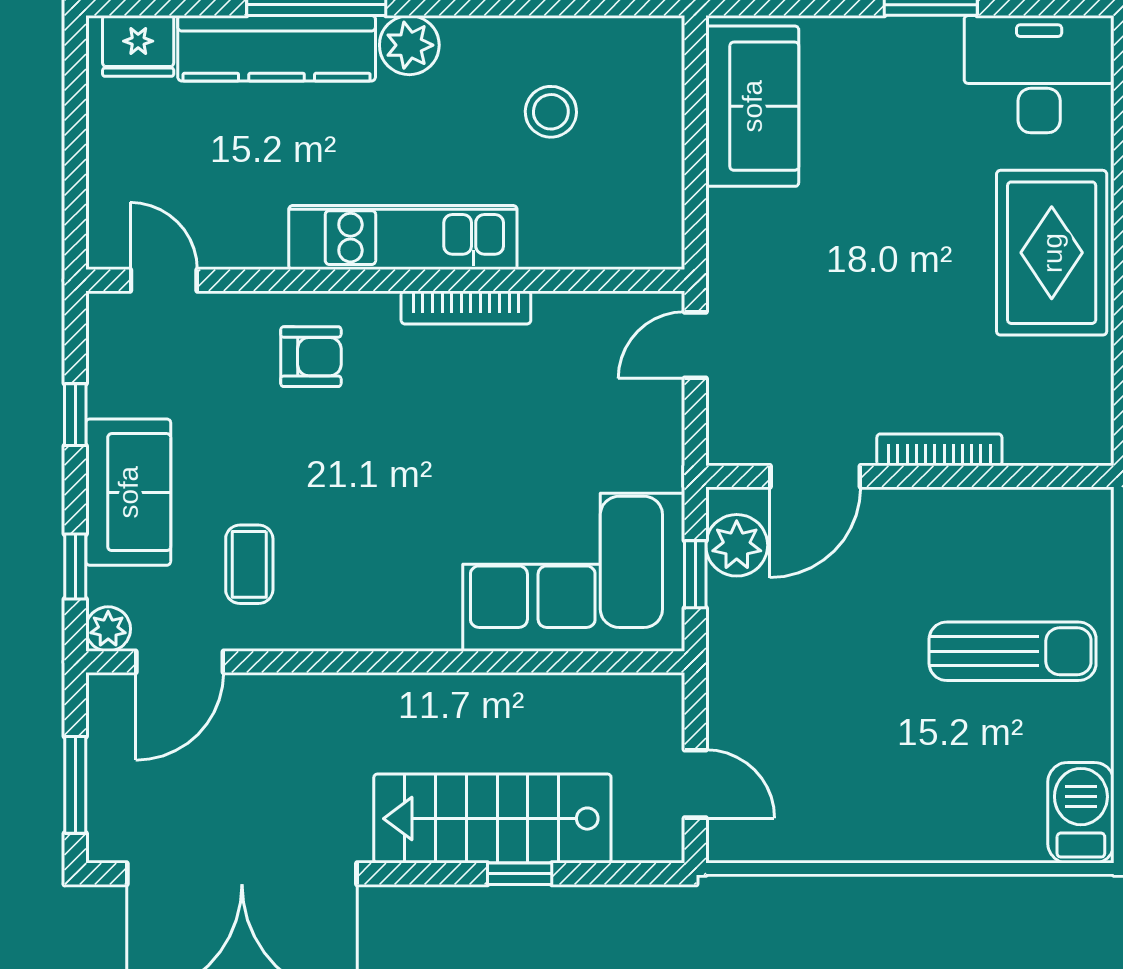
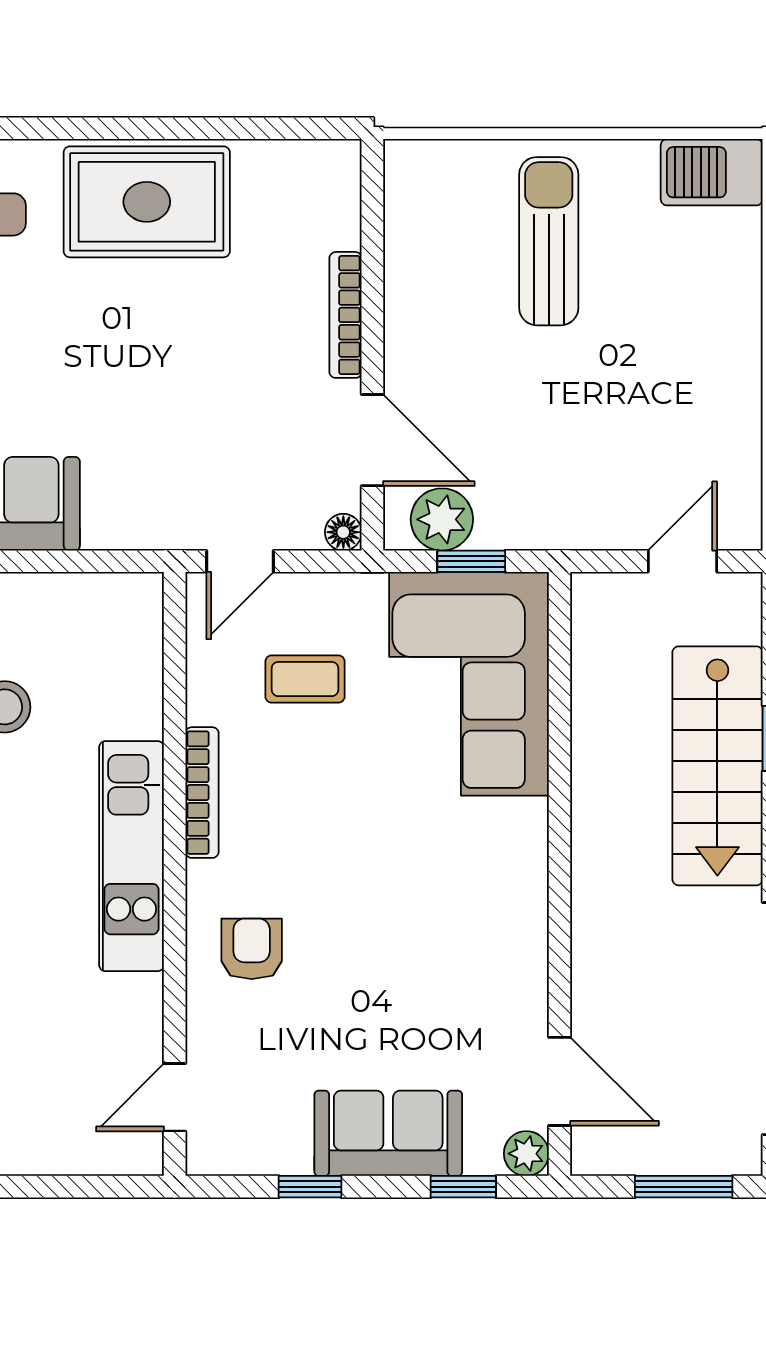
door: (695, 345) -> (240, 561), hinge flipped
floor lamp: (724, 448) -> (343, 532), added
coffee table: (249, 564) -> (305, 679), moved

